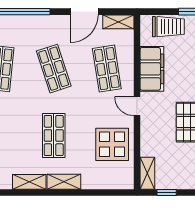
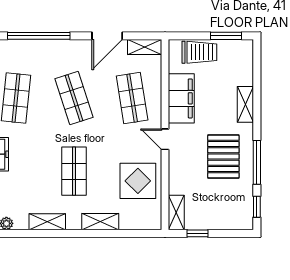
shelving: (64, 182) -> (100, 222), moved

